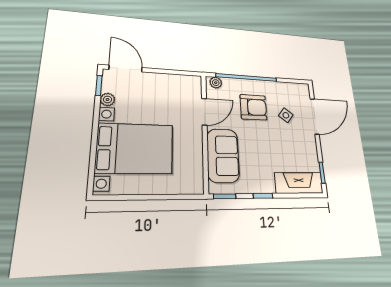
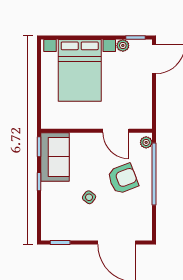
armchair: (253, 107) -> (123, 179), turned -111
side table: (286, 115) -> (89, 197), moved
sofa: (223, 155) -> (55, 157), moved, turned -90
fireplace: (299, 183) -> (50, 217), removed

